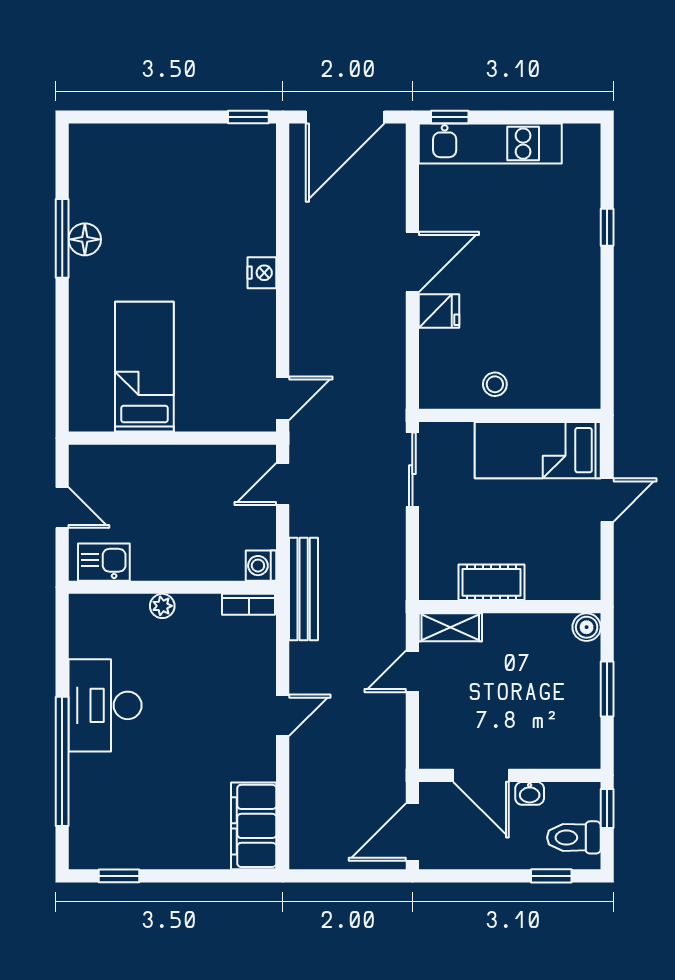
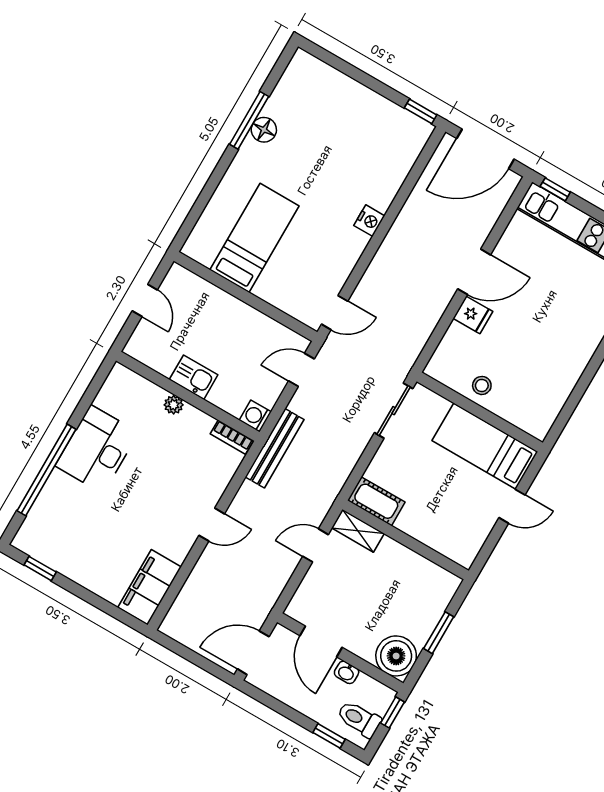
kitchen sink: (104, 562) -> (194, 377), moved
cot: (491, 582) -> (376, 501), moved
boiler: (587, 627) -> (396, 656), moved, width x1.86, depth x1.86

